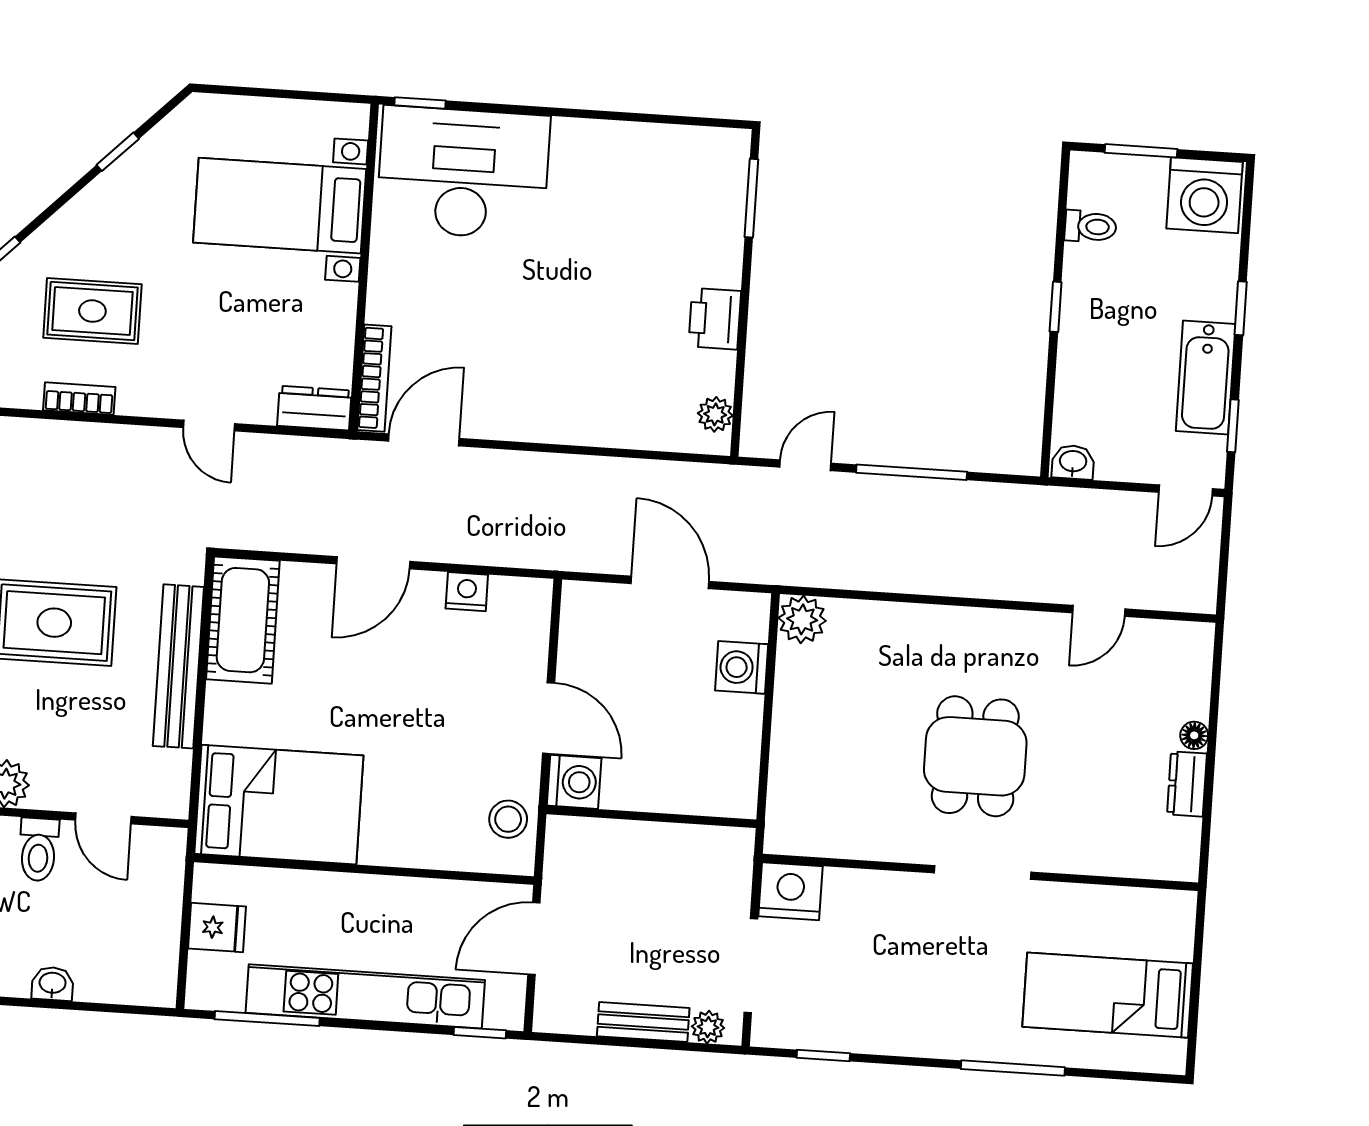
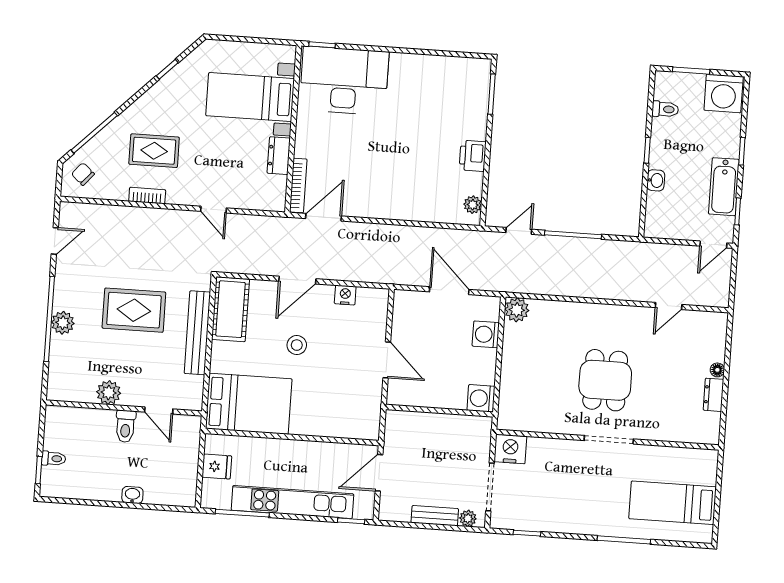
dresser: (314, 408) -> (279, 156), moved, turned -90
washbasin: (1073, 462) -> (656, 180), moved, turned 90
washing machine: (574, 782) -> (481, 398), moved, turned 180
stool: (508, 819) -> (297, 345), moved

